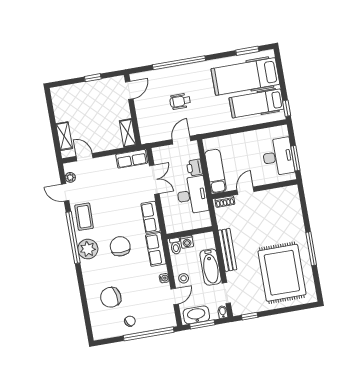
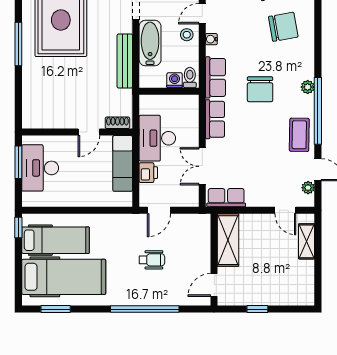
shelving: (128, 133) -> (228, 240), width x1.50, depth x1.33
plant: (88, 249) -> (308, 87), width x0.53, depth x0.53

